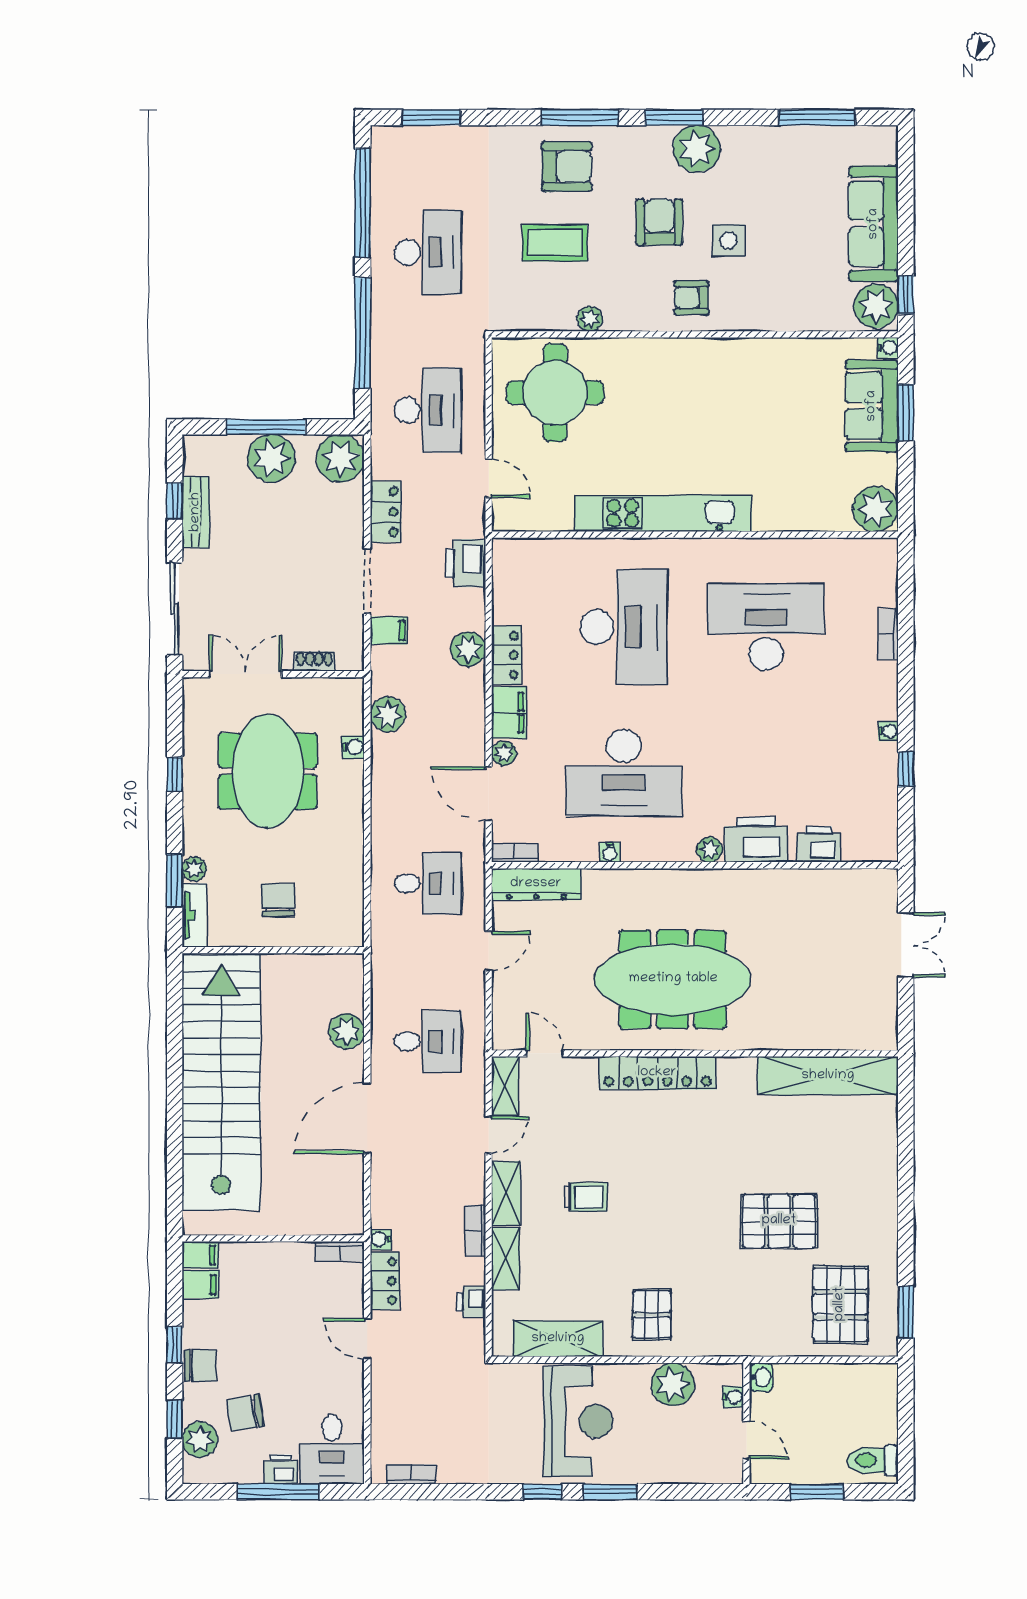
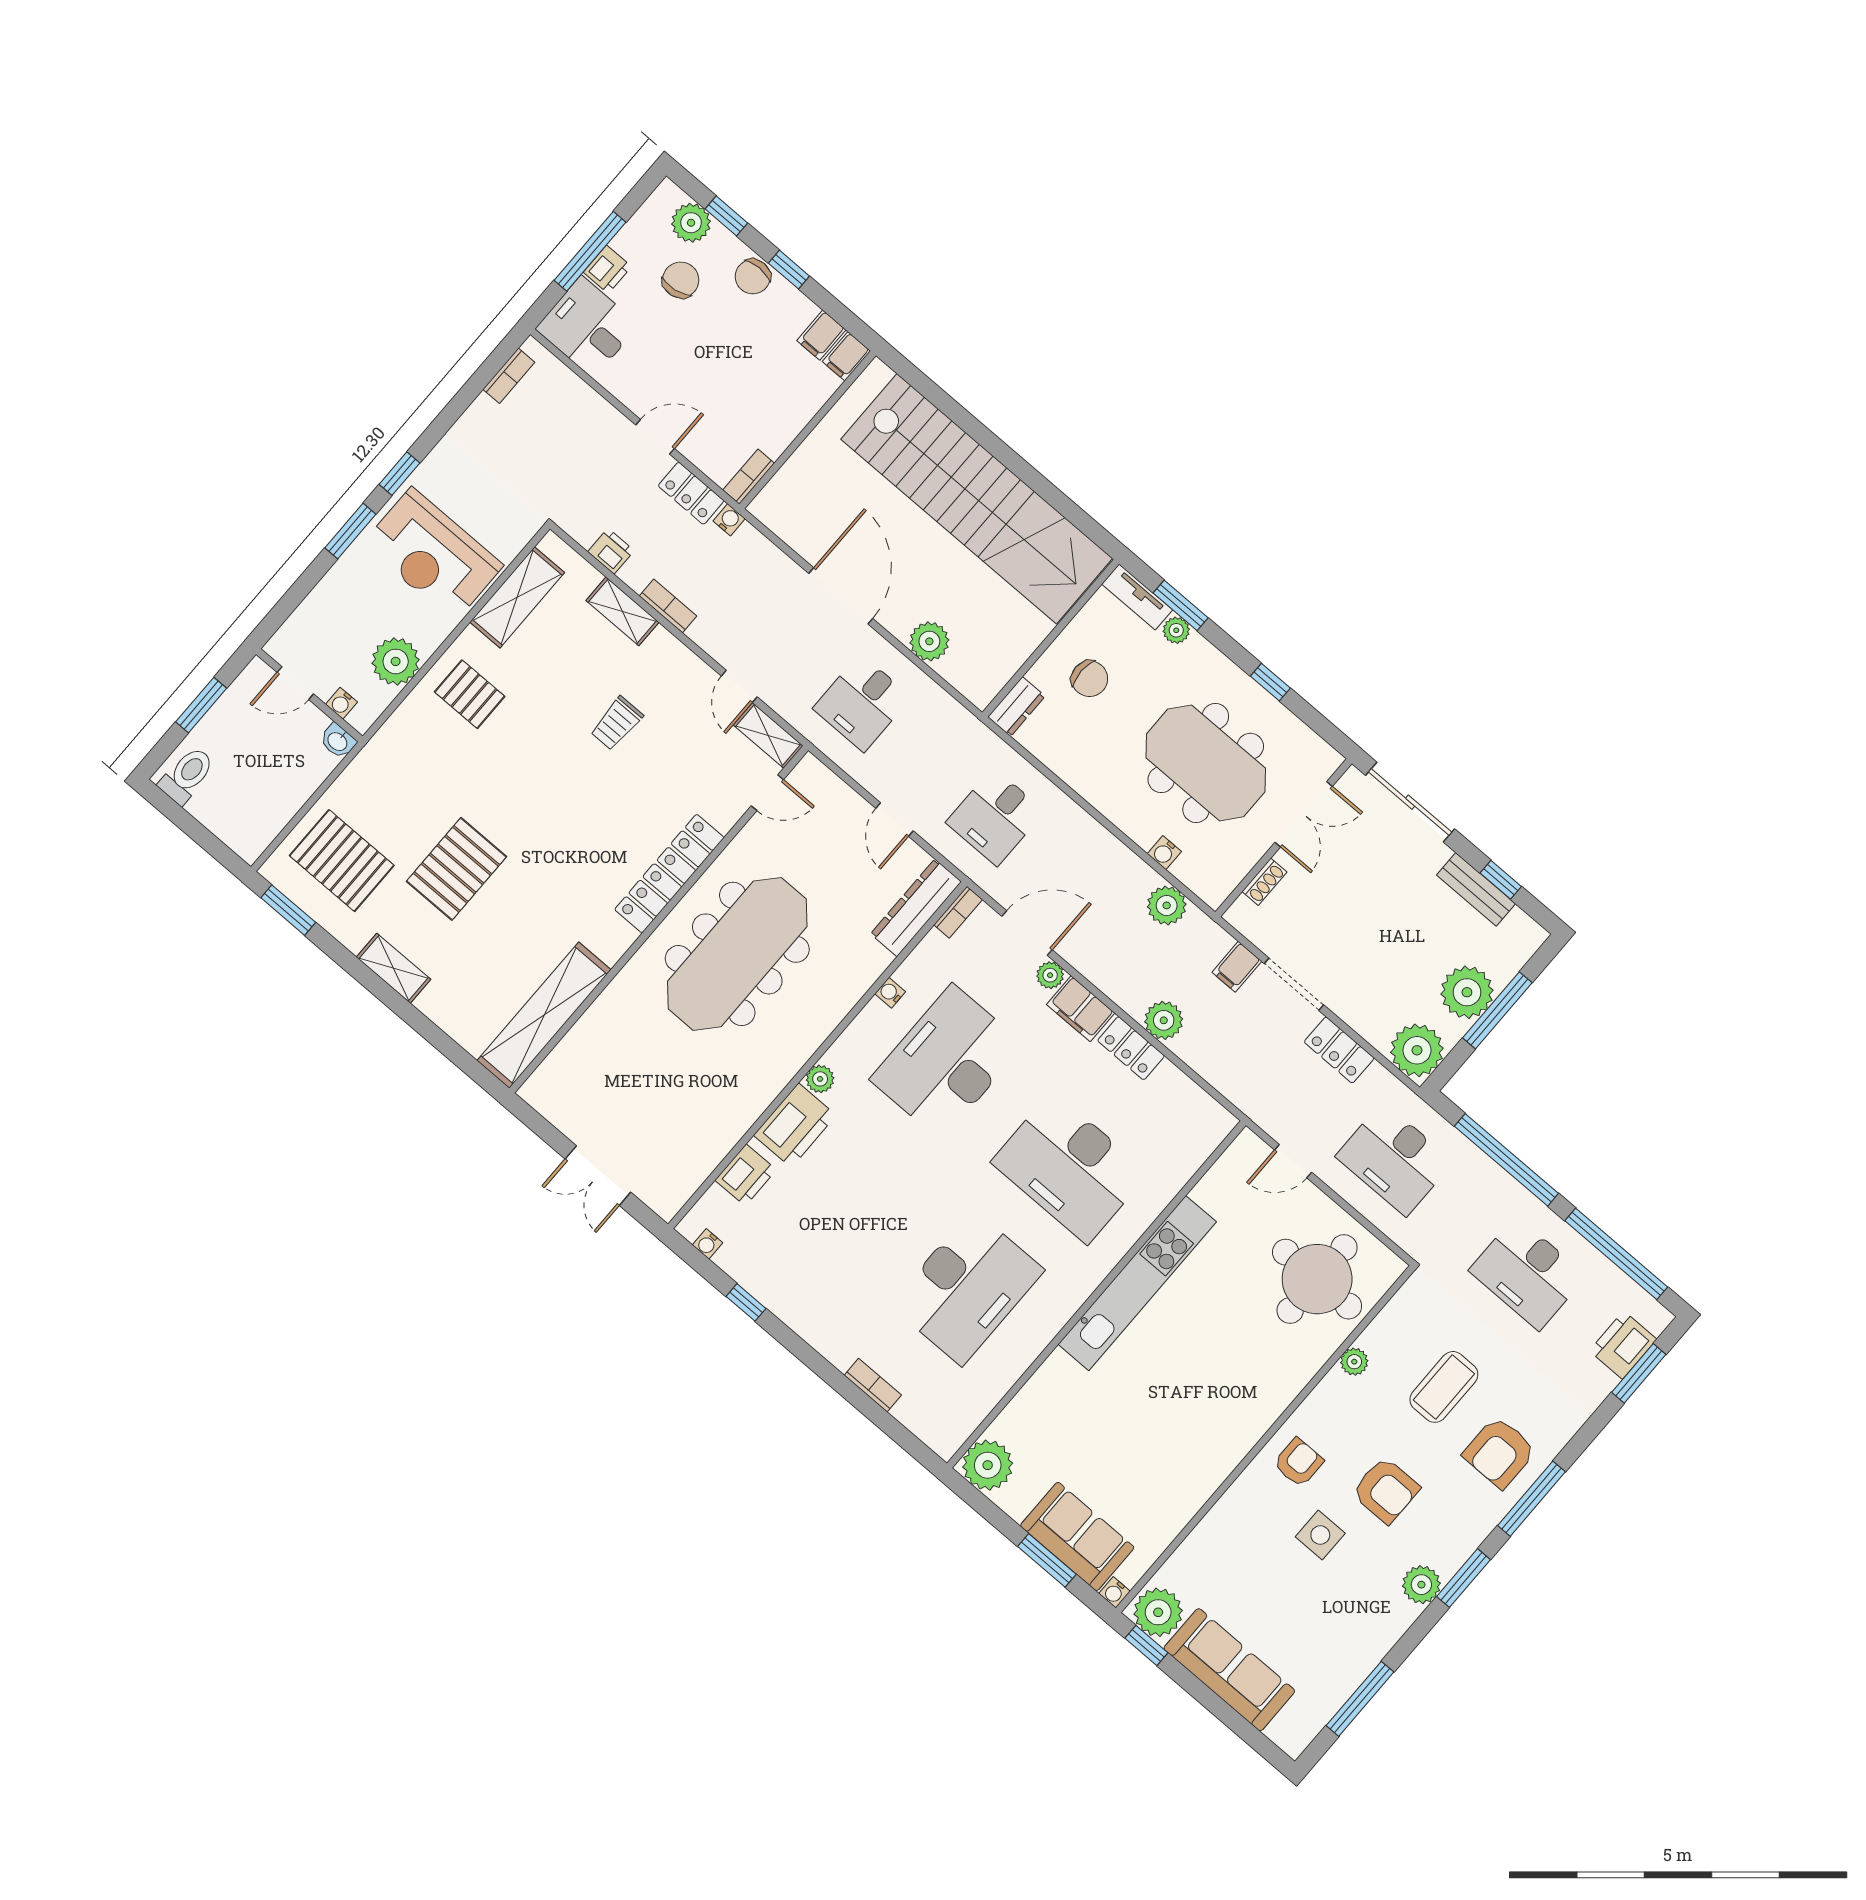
plant: (697, 149) -> (1421, 1585), width x0.73, depth x0.73
printer: (466, 563) -> (1623, 1345), moved, turned -90
water cooler: (888, 731) -> (707, 1244), moved
dresser: (340, 934) -> (1016, 707), added
shelving: (506, 1193) -> (393, 968), moved

